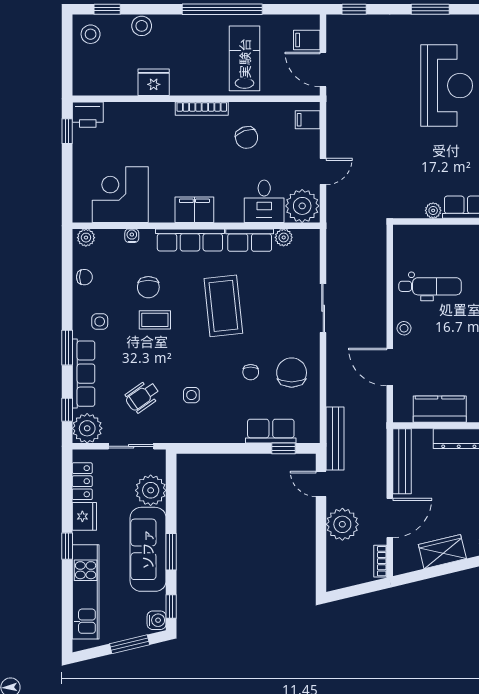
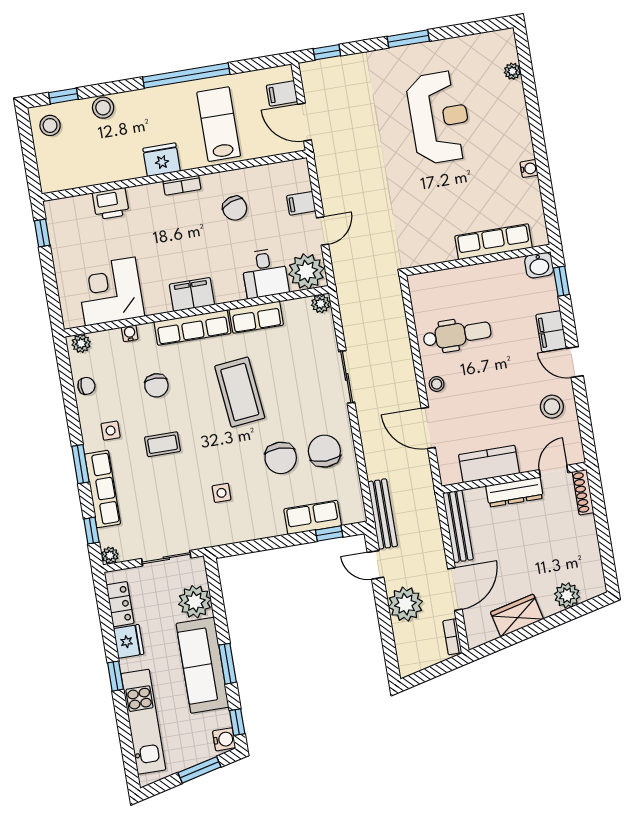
fridge: (154, 82) -> (162, 160), moved
bookcase: (202, 109) -> (182, 185), width x0.64
printer: (88, 115) -> (111, 204), moved
filing cabinet: (308, 120) -> (301, 203), moved
plant: (433, 210) -> (447, 253), removed
plant: (284, 237) -> (321, 304), moved
coffee table: (155, 320) -> (163, 444), moved
chair: (251, 372) -> (281, 458), width x1.87, depth x1.87
wheelchair: (142, 396) -> (169, 503), removed
plant: (87, 428) -> (110, 555), width x0.53, depth x0.53

